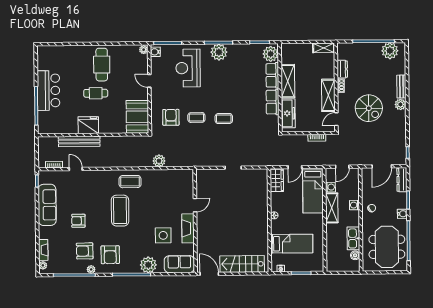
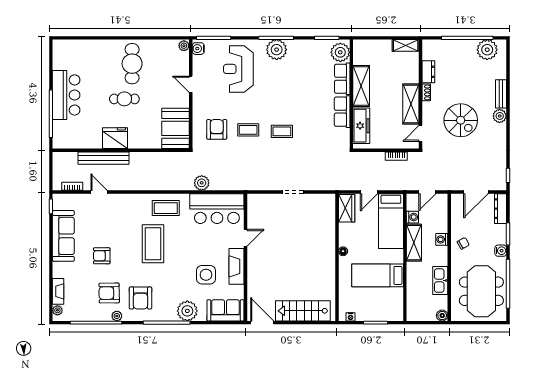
bar counter: (172, 182) -> (217, 209), added
bed: (292, 244) -> (378, 275), moved, turned 180
boiler: (355, 255) -> (442, 315), moved

